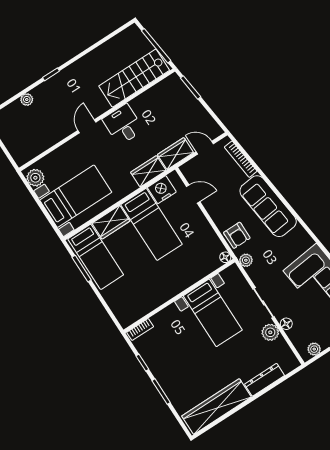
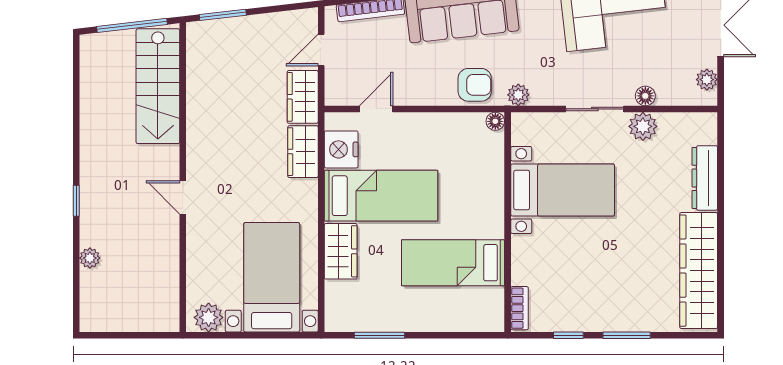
desk: (123, 125) -> (213, 145), removed
bed: (96, 257) -> (453, 263), moved, turned 180

